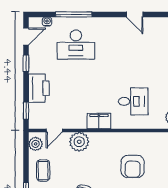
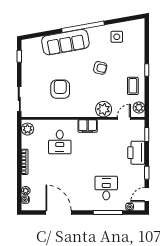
door: (135, 14) -> (59, 212), width x1.88
desk: (76, 45) -> (106, 188), width x0.73
desk: (133, 101) -> (60, 142), turned -90

